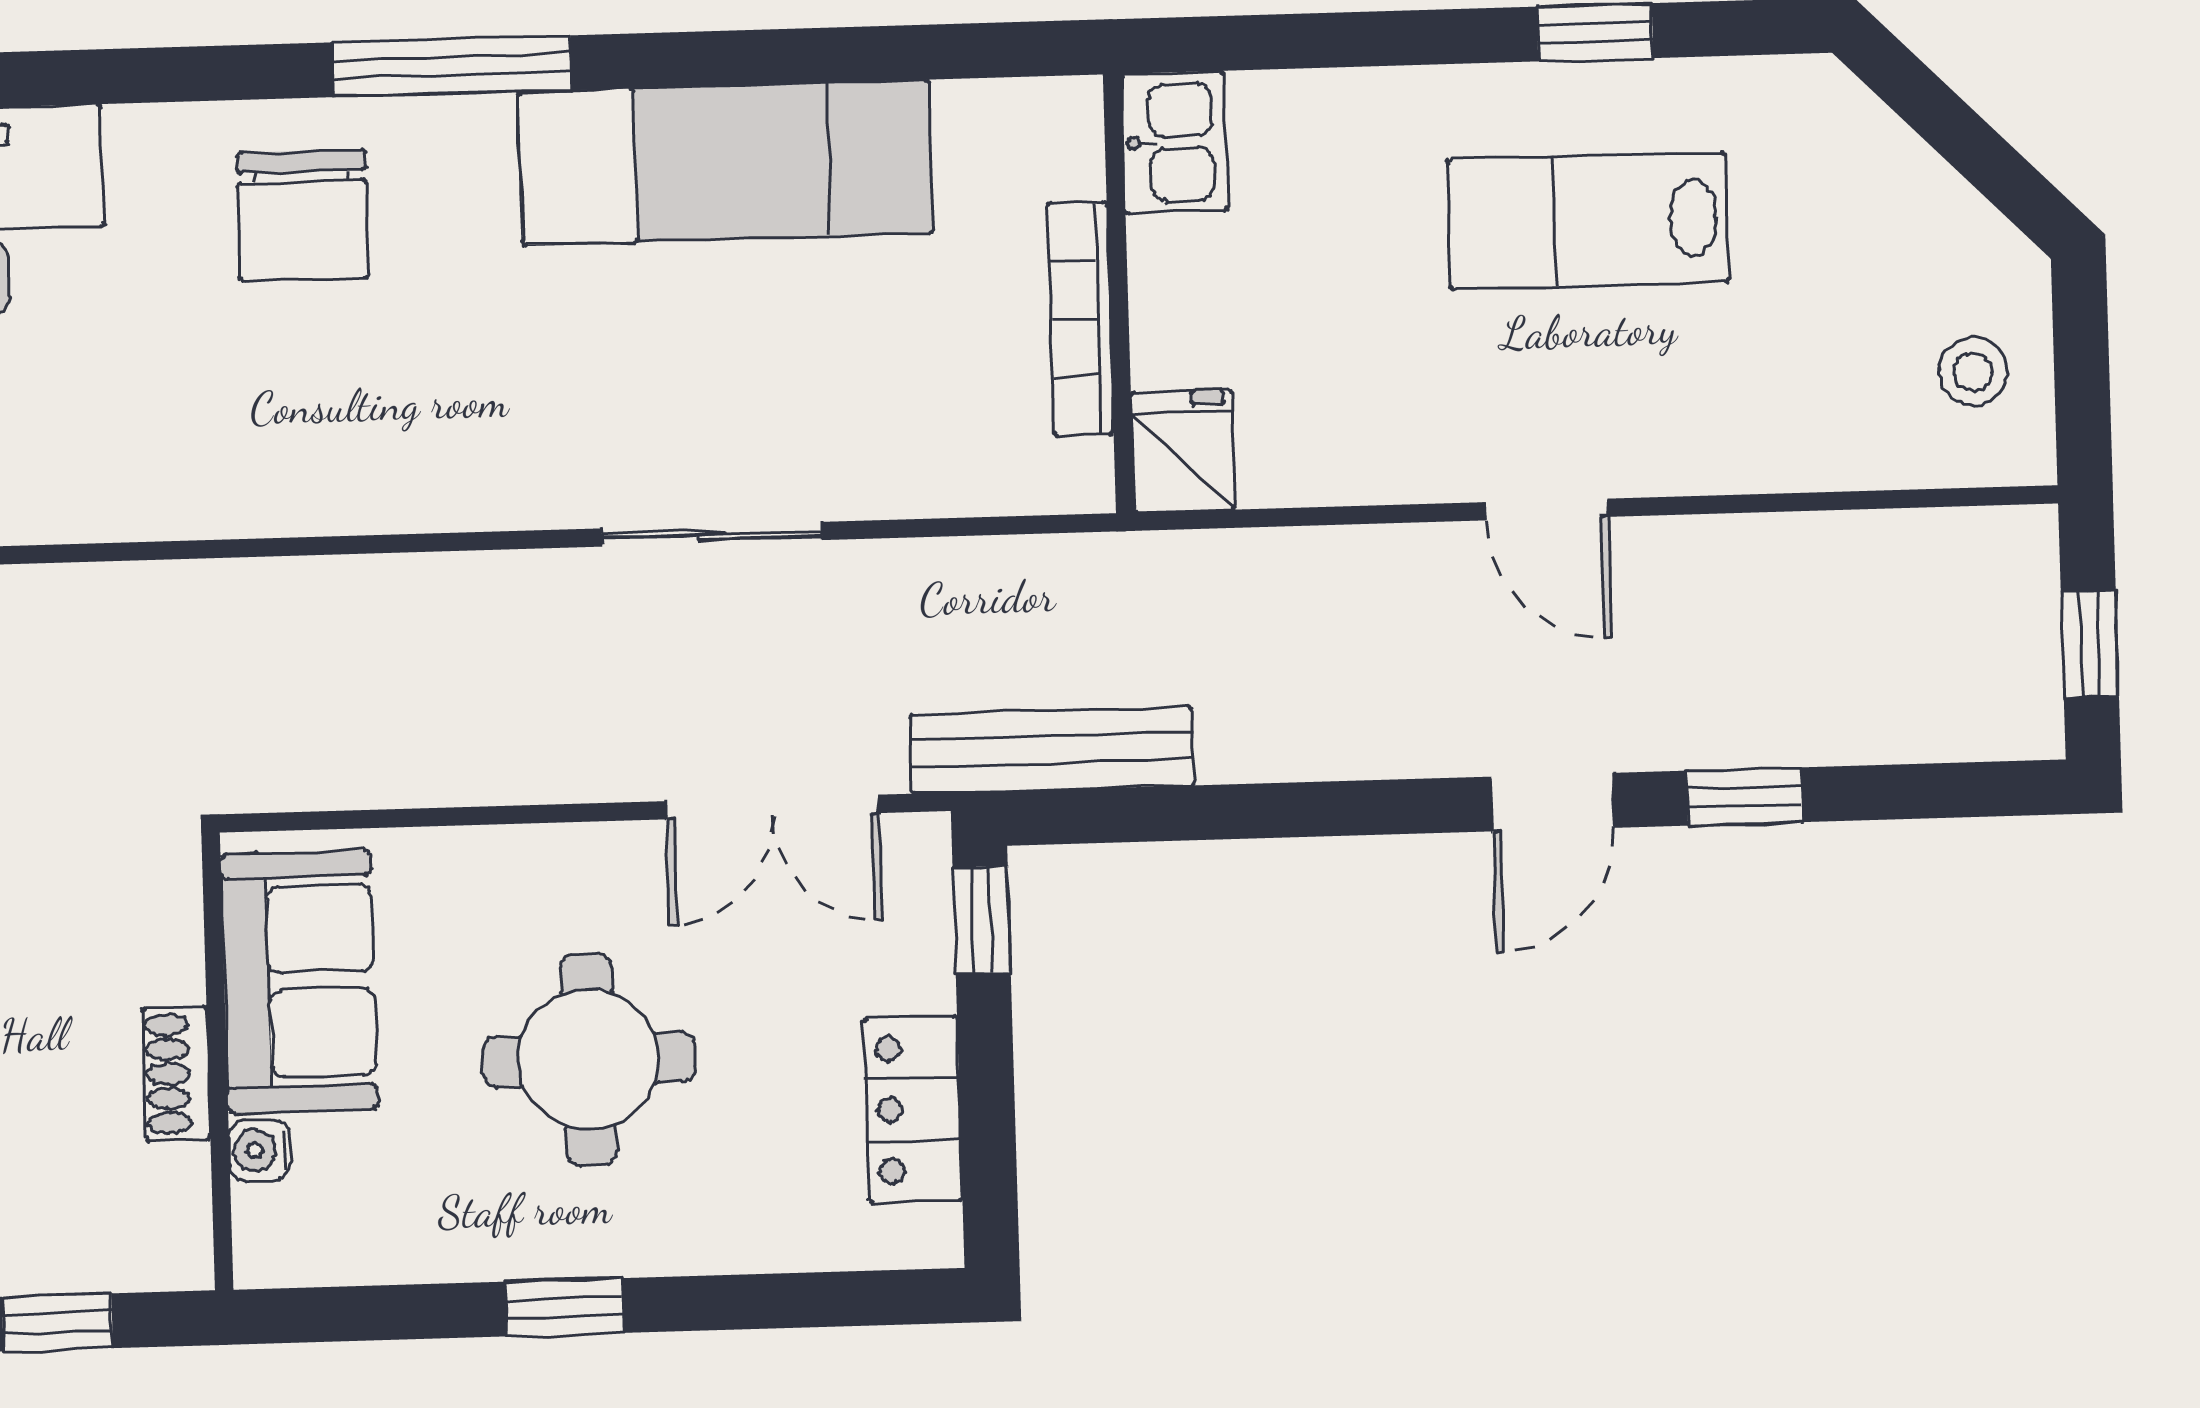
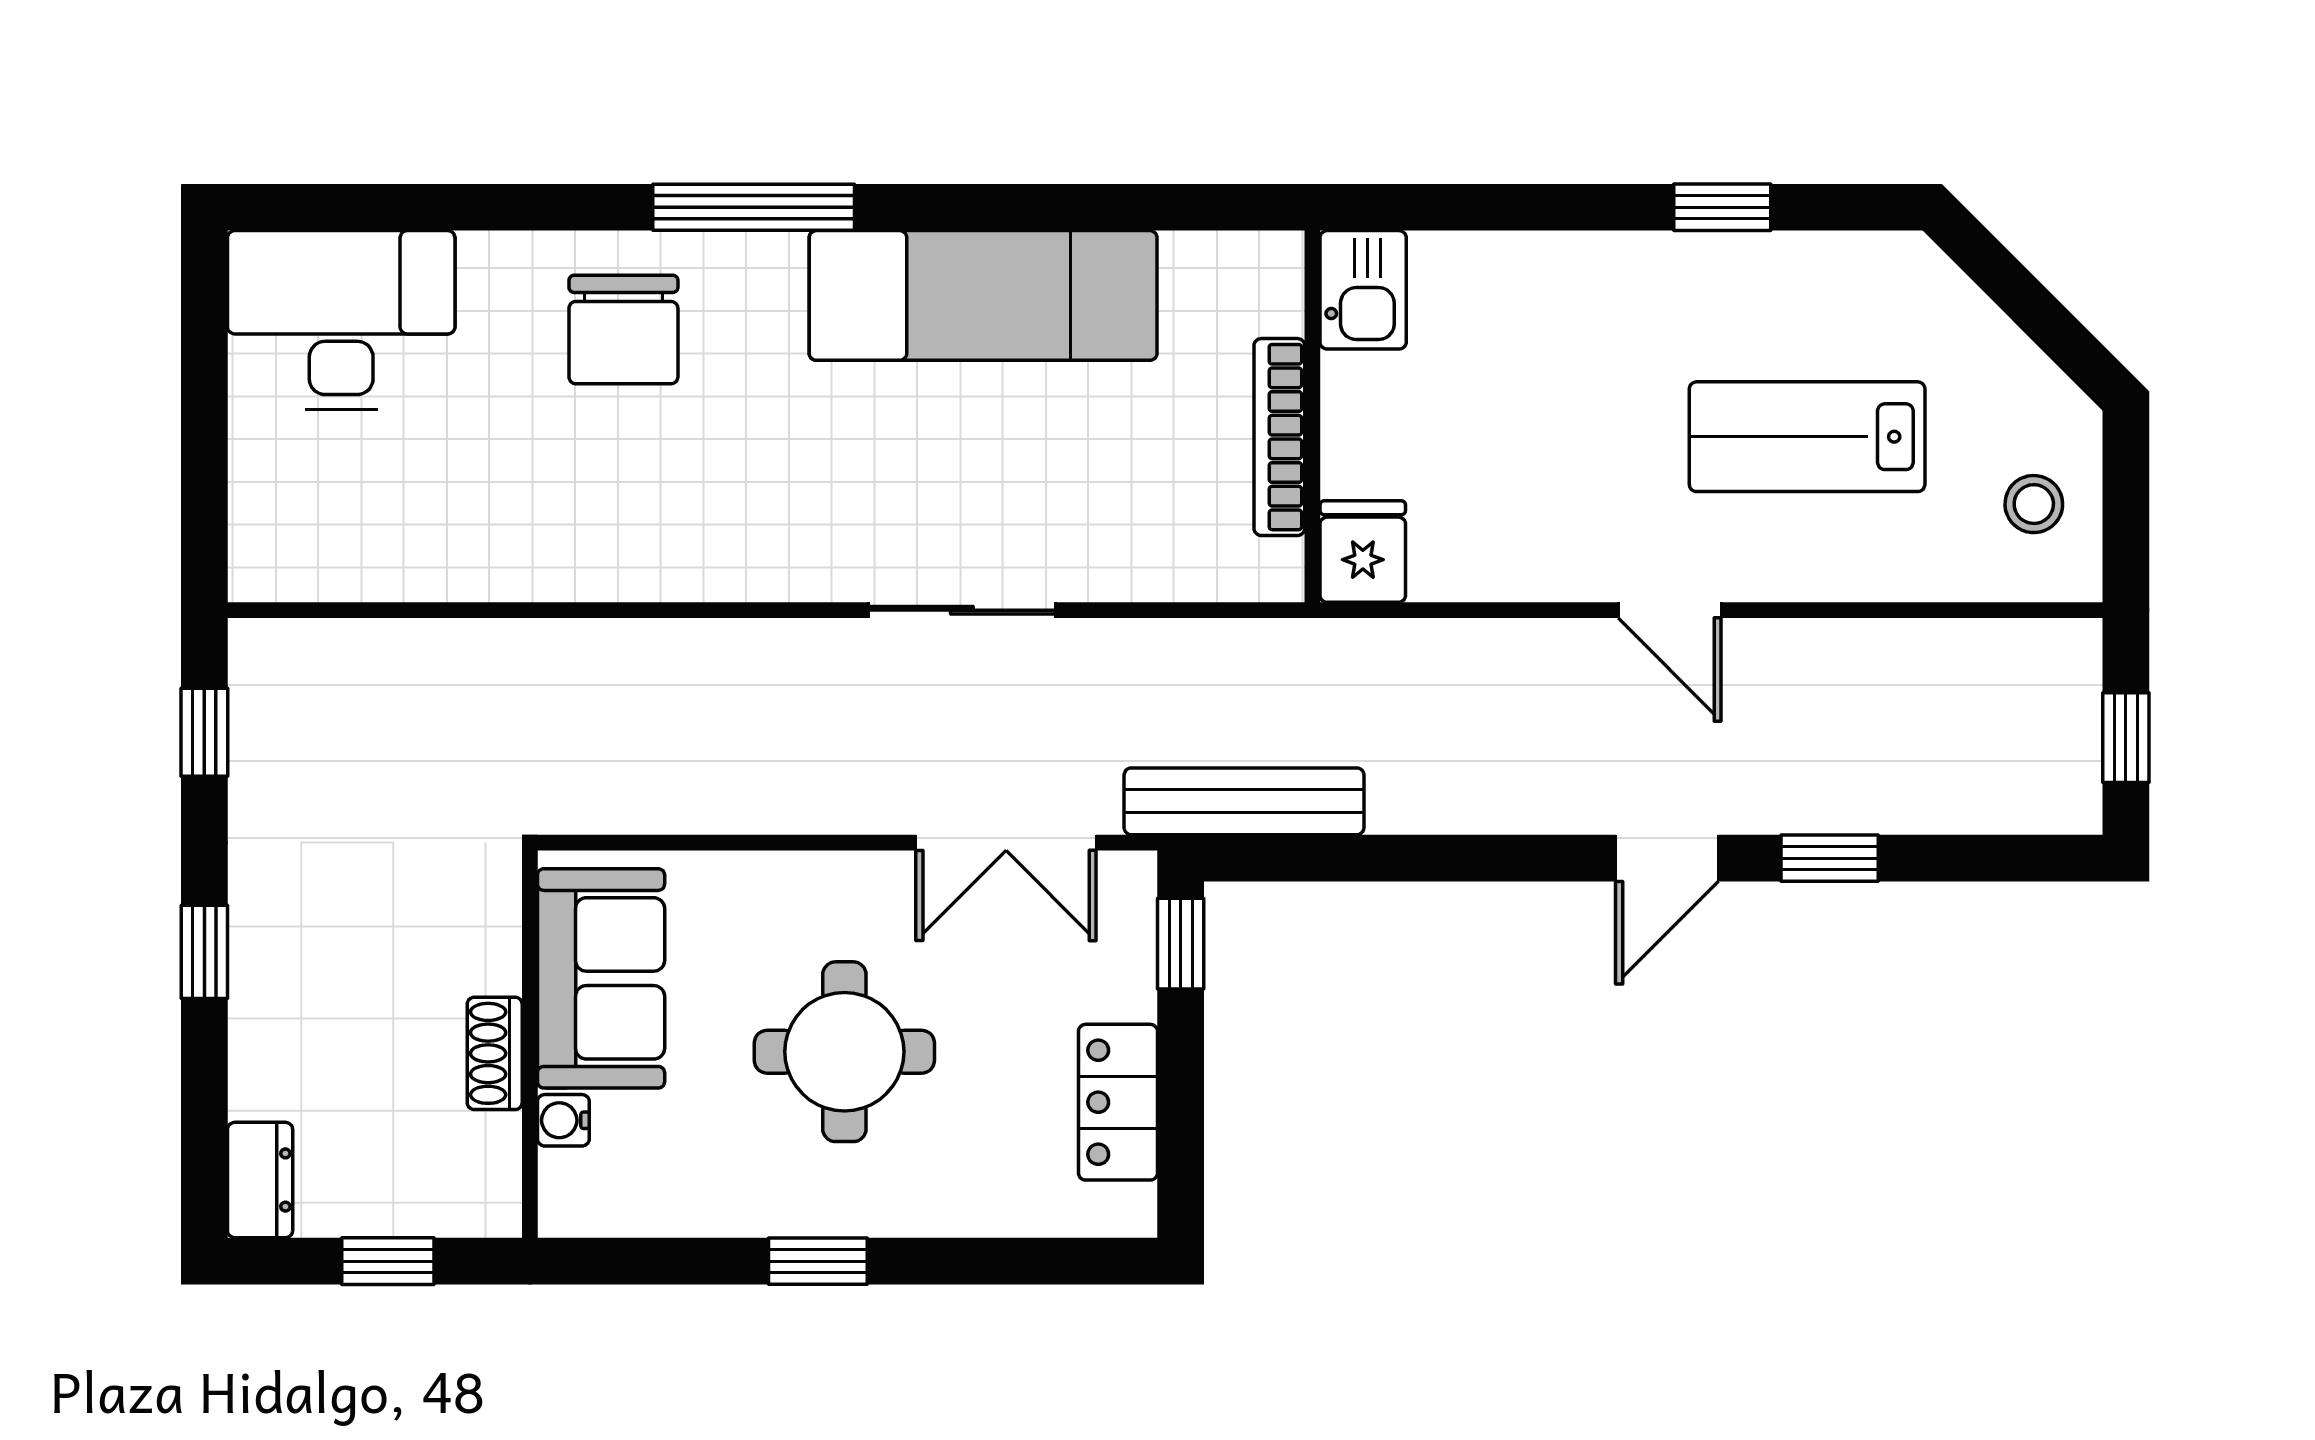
lab bench: (1588, 221) -> (1807, 437), moved

